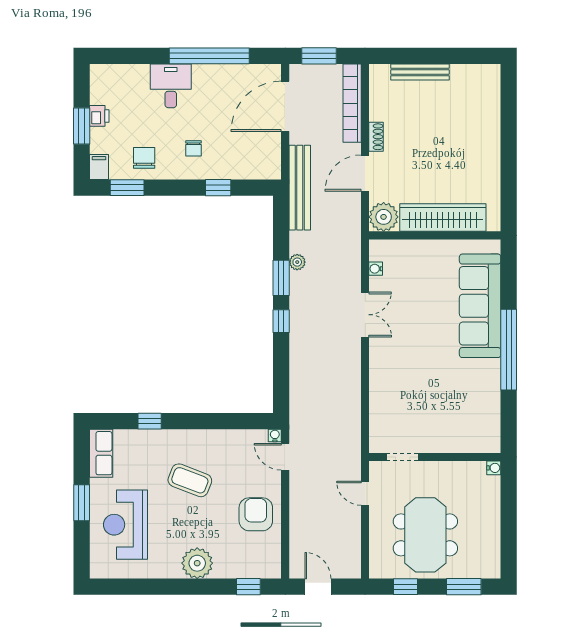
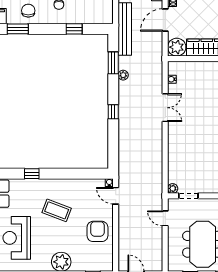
window: (281, 278) -> (113, 63), moved
plant: (377, 445) -> (173, 188), added

